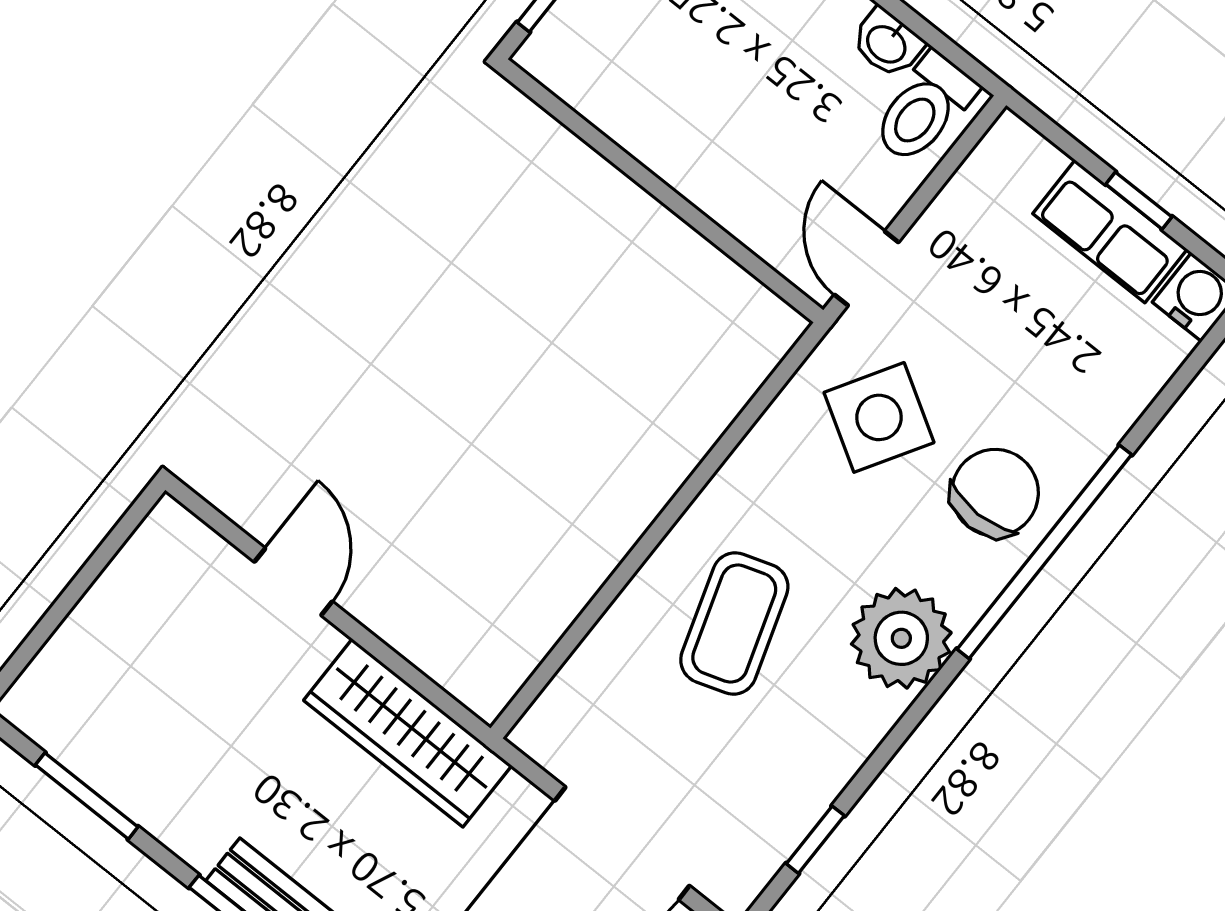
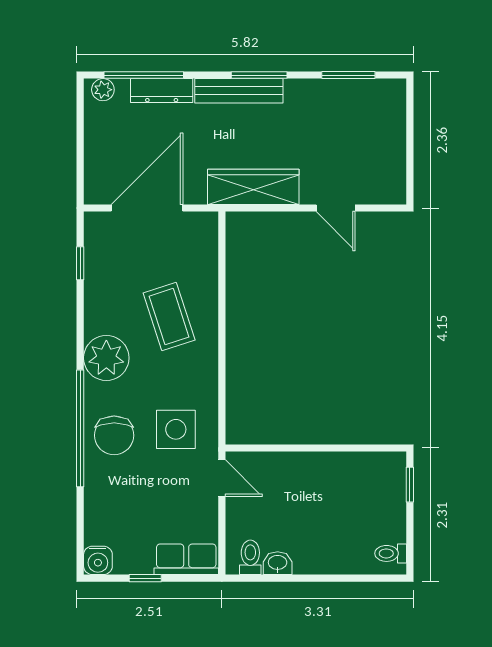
toilet: (924, 108) -> (250, 557), width x0.73, depth x0.72
row of seats: (1110, 231) -> (186, 559), moved
side table: (879, 417) -> (176, 429), turned -31

